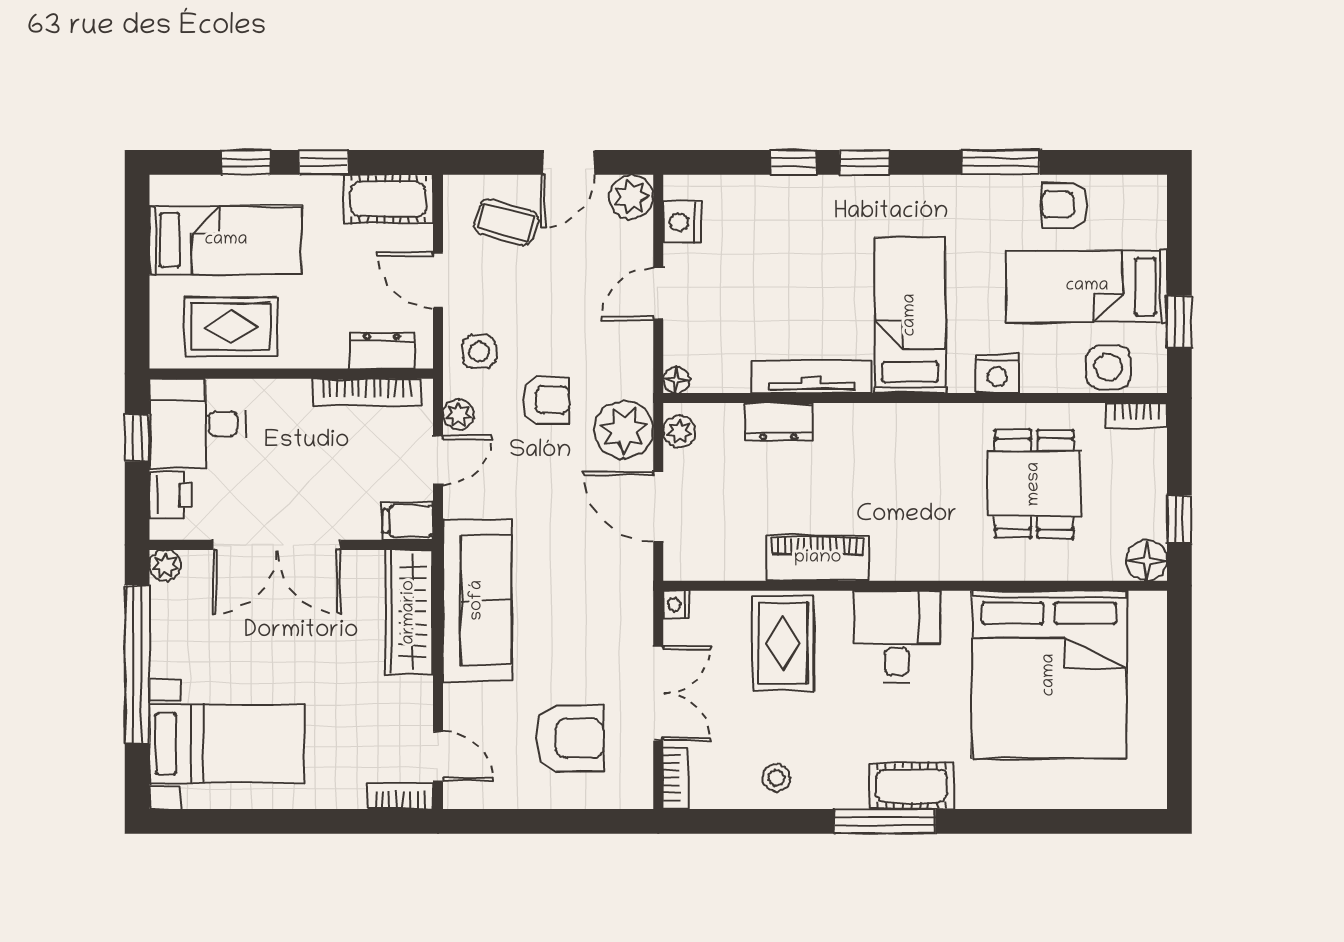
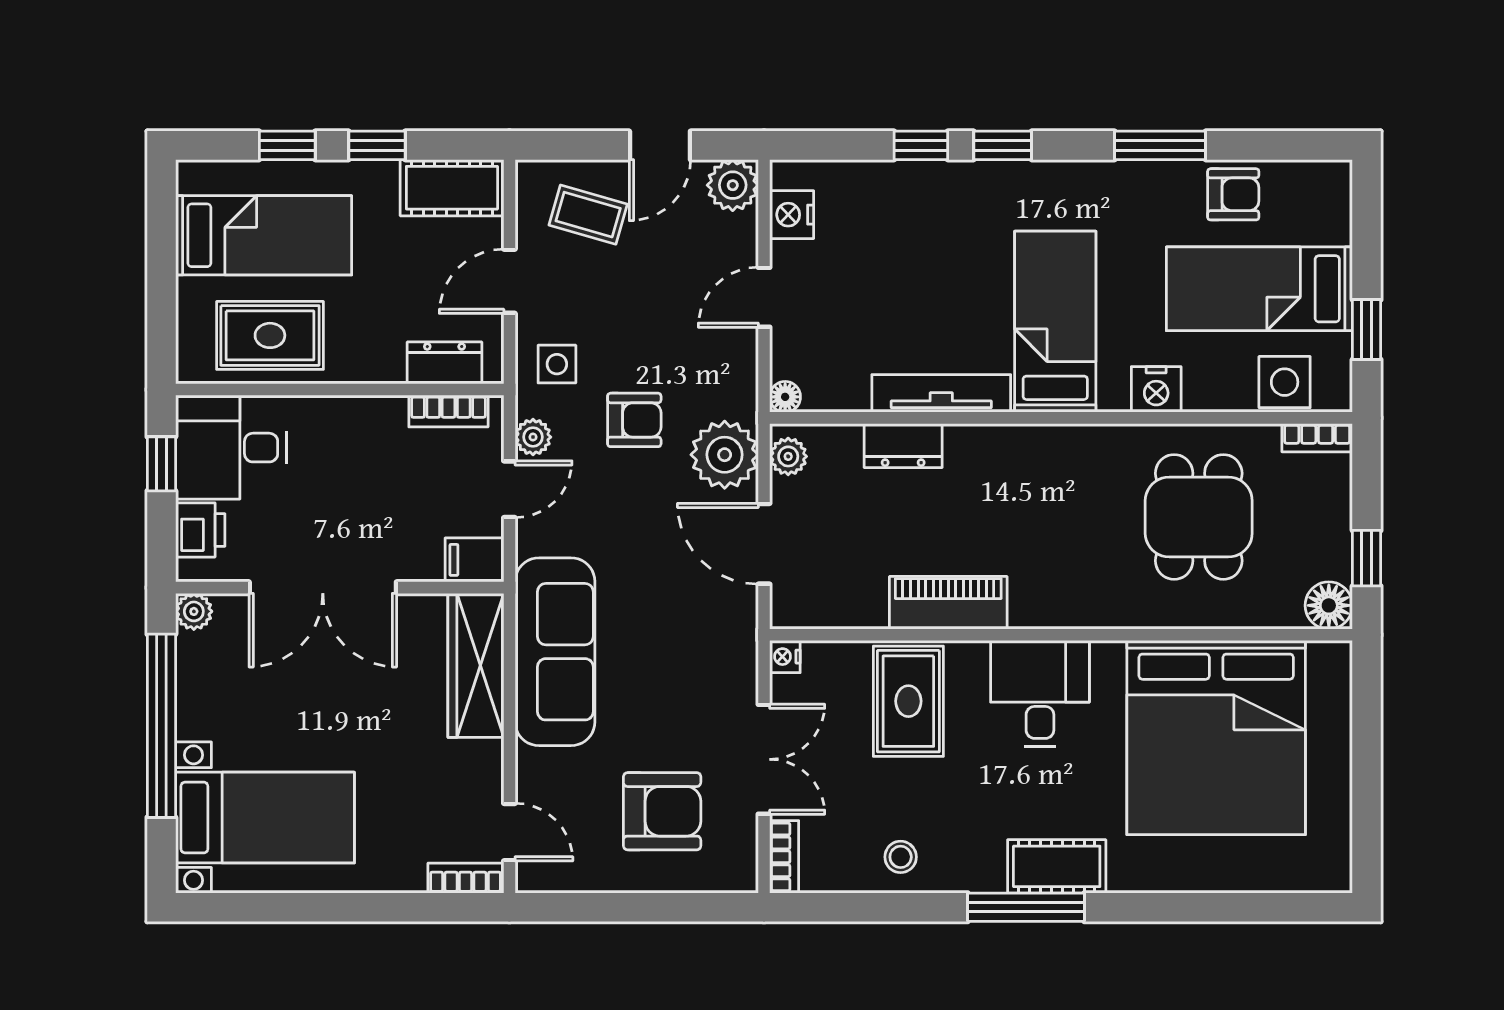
armchair: (1064, 205) -> (1233, 194), turned 180
door: (438, 280) -> (509, 281), hinge flipped
bookcase: (366, 392) -> (448, 411), width x0.64

